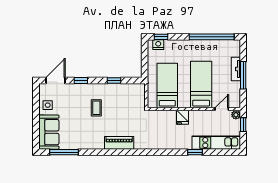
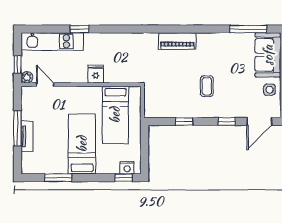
window: (212, 37) -> (58, 178), width x0.47
bed: (201, 85) -> (82, 144), moved, turned 180
door: (222, 109) -> (45, 85), swing flipped

